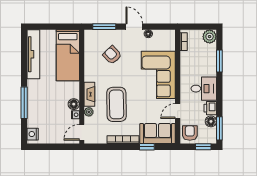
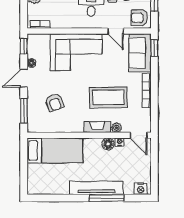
window: (164, 27) -> (24, 46), added
tv unit: (33, 54) -> (96, 188), moved
armchair: (112, 55) -> (55, 102), turned -65
window: (147, 147) -> (154, 48), moved

